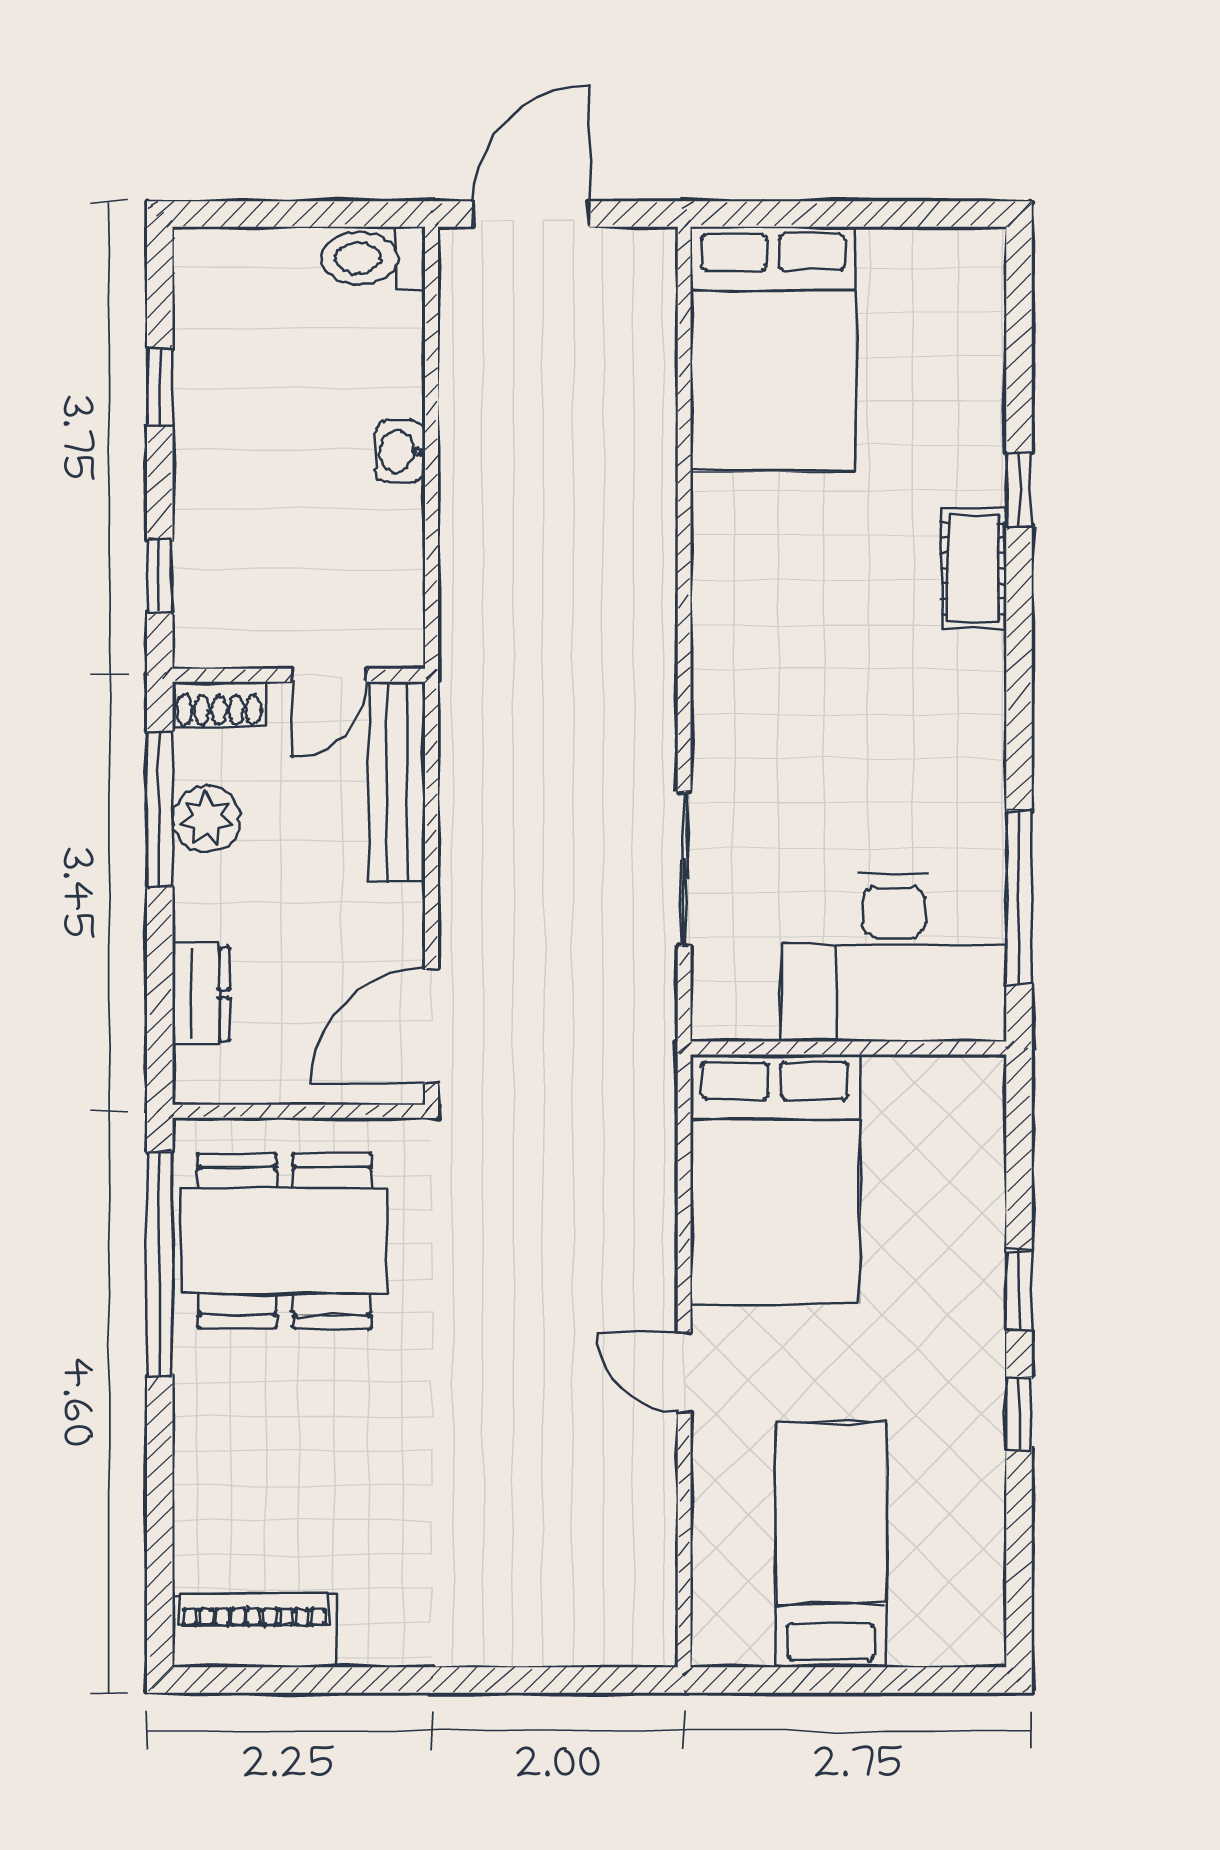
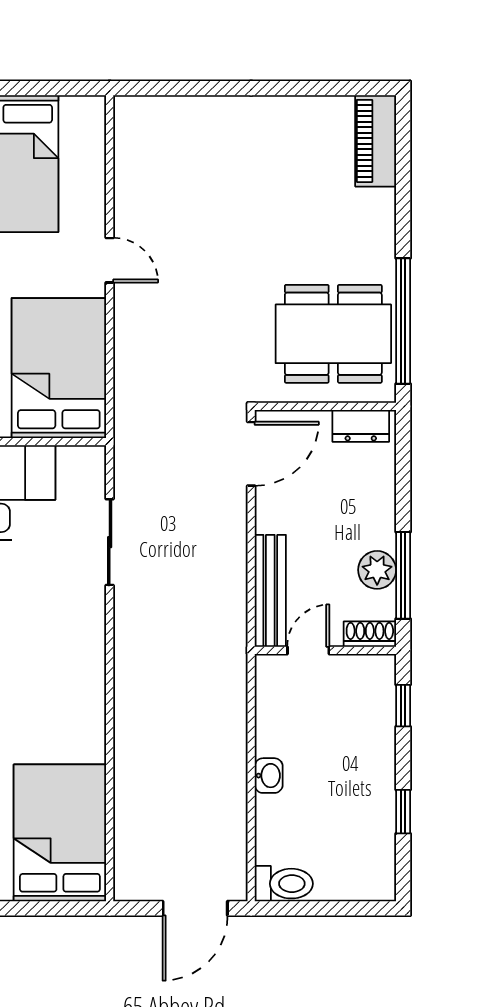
dresser: (201, 994) -> (361, 426), moved, turned -90
piano: (254, 1631) -> (376, 141), moved, turned 90

